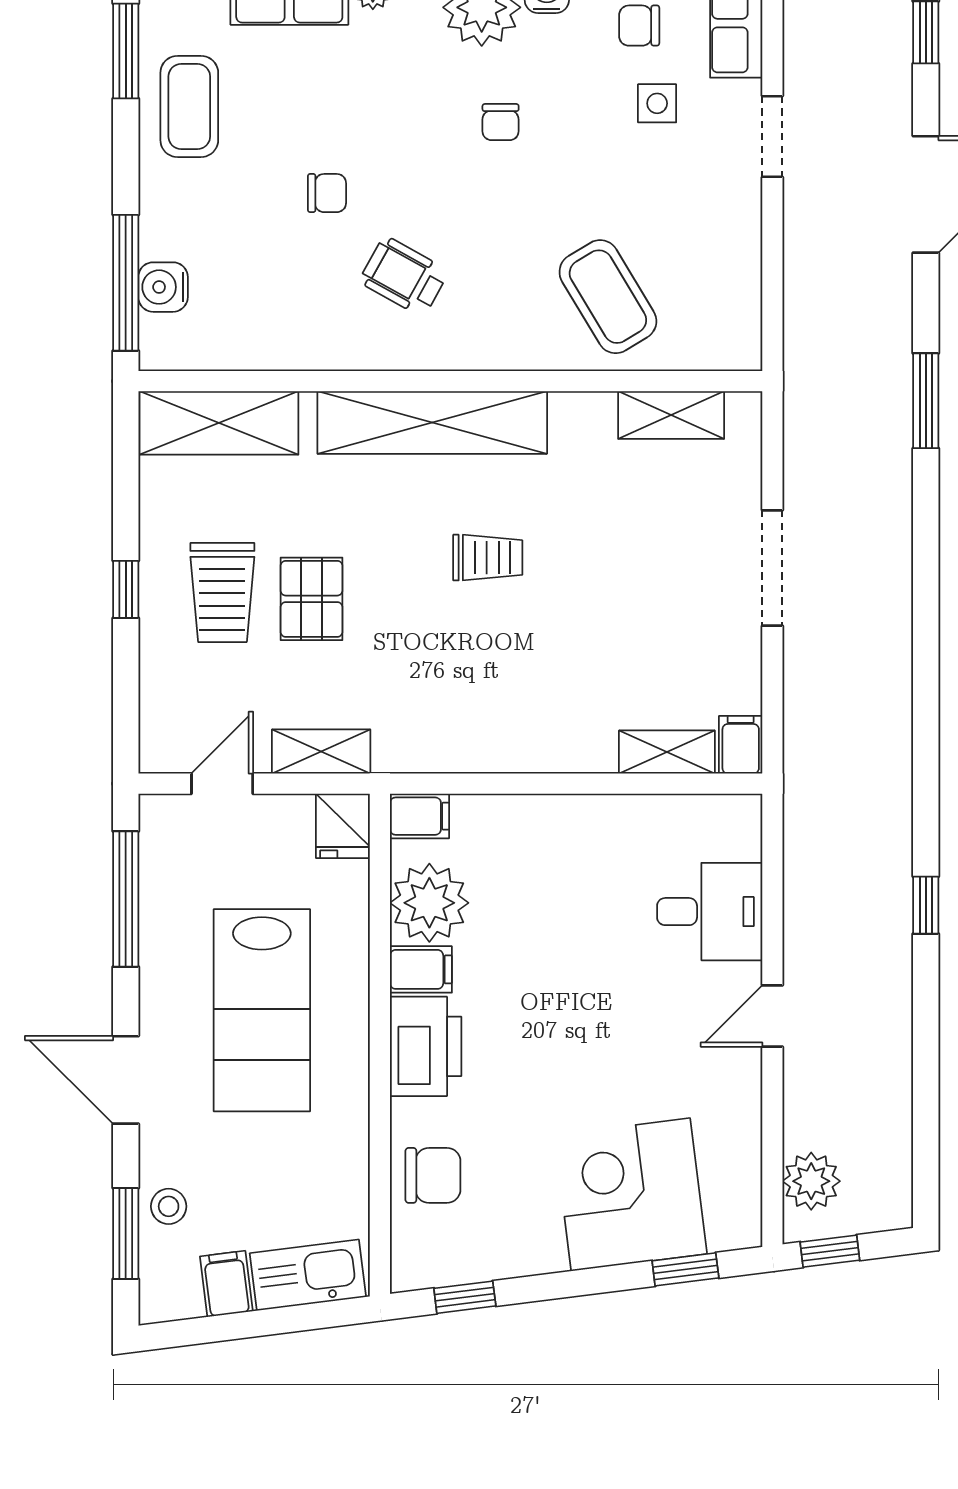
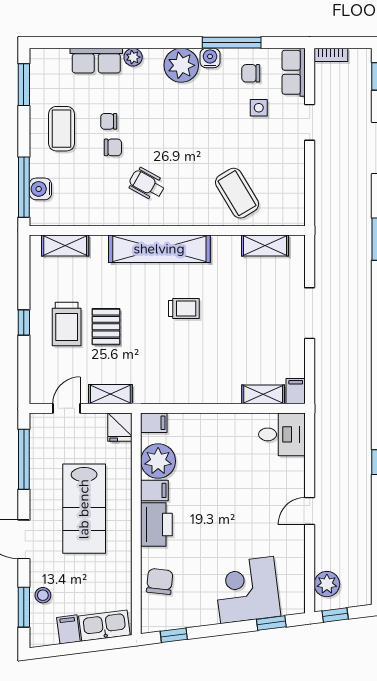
coffee table: (189, 106) -> (61, 129), moved
chair: (501, 122) -> (109, 121), moved, turned 90
shelving: (219, 423) -> (65, 245), width x0.67, depth x0.75
desk: (710, 912) -> (282, 434), moved
chair: (433, 1175) -> (160, 581), turned -84

